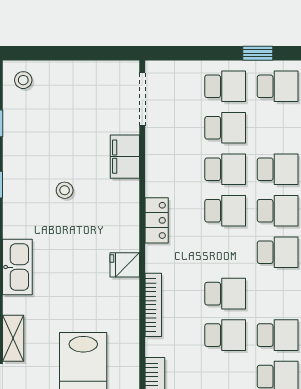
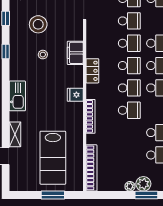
stool: (56, 134) -> (38, 24), added
filing cabinet: (125, 157) -> (75, 53), moved
school desk: (225, 335) -> (129, 88), moved

